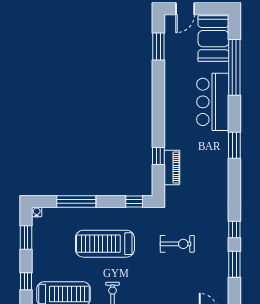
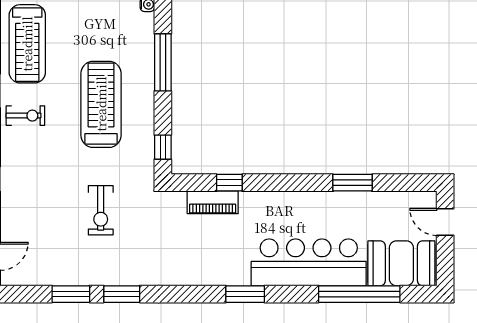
window: (158, 47) -> (353, 183), moved
bar counter: (213, 102) -> (309, 262), width x1.36
window: (234, 229) -> (122, 294), width x1.50

